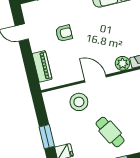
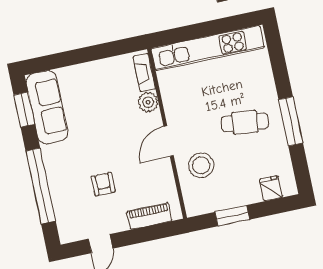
cafe table: (110, 132) -> (245, 122), turned 35
window: (47, 137) -> (232, 216), moved

